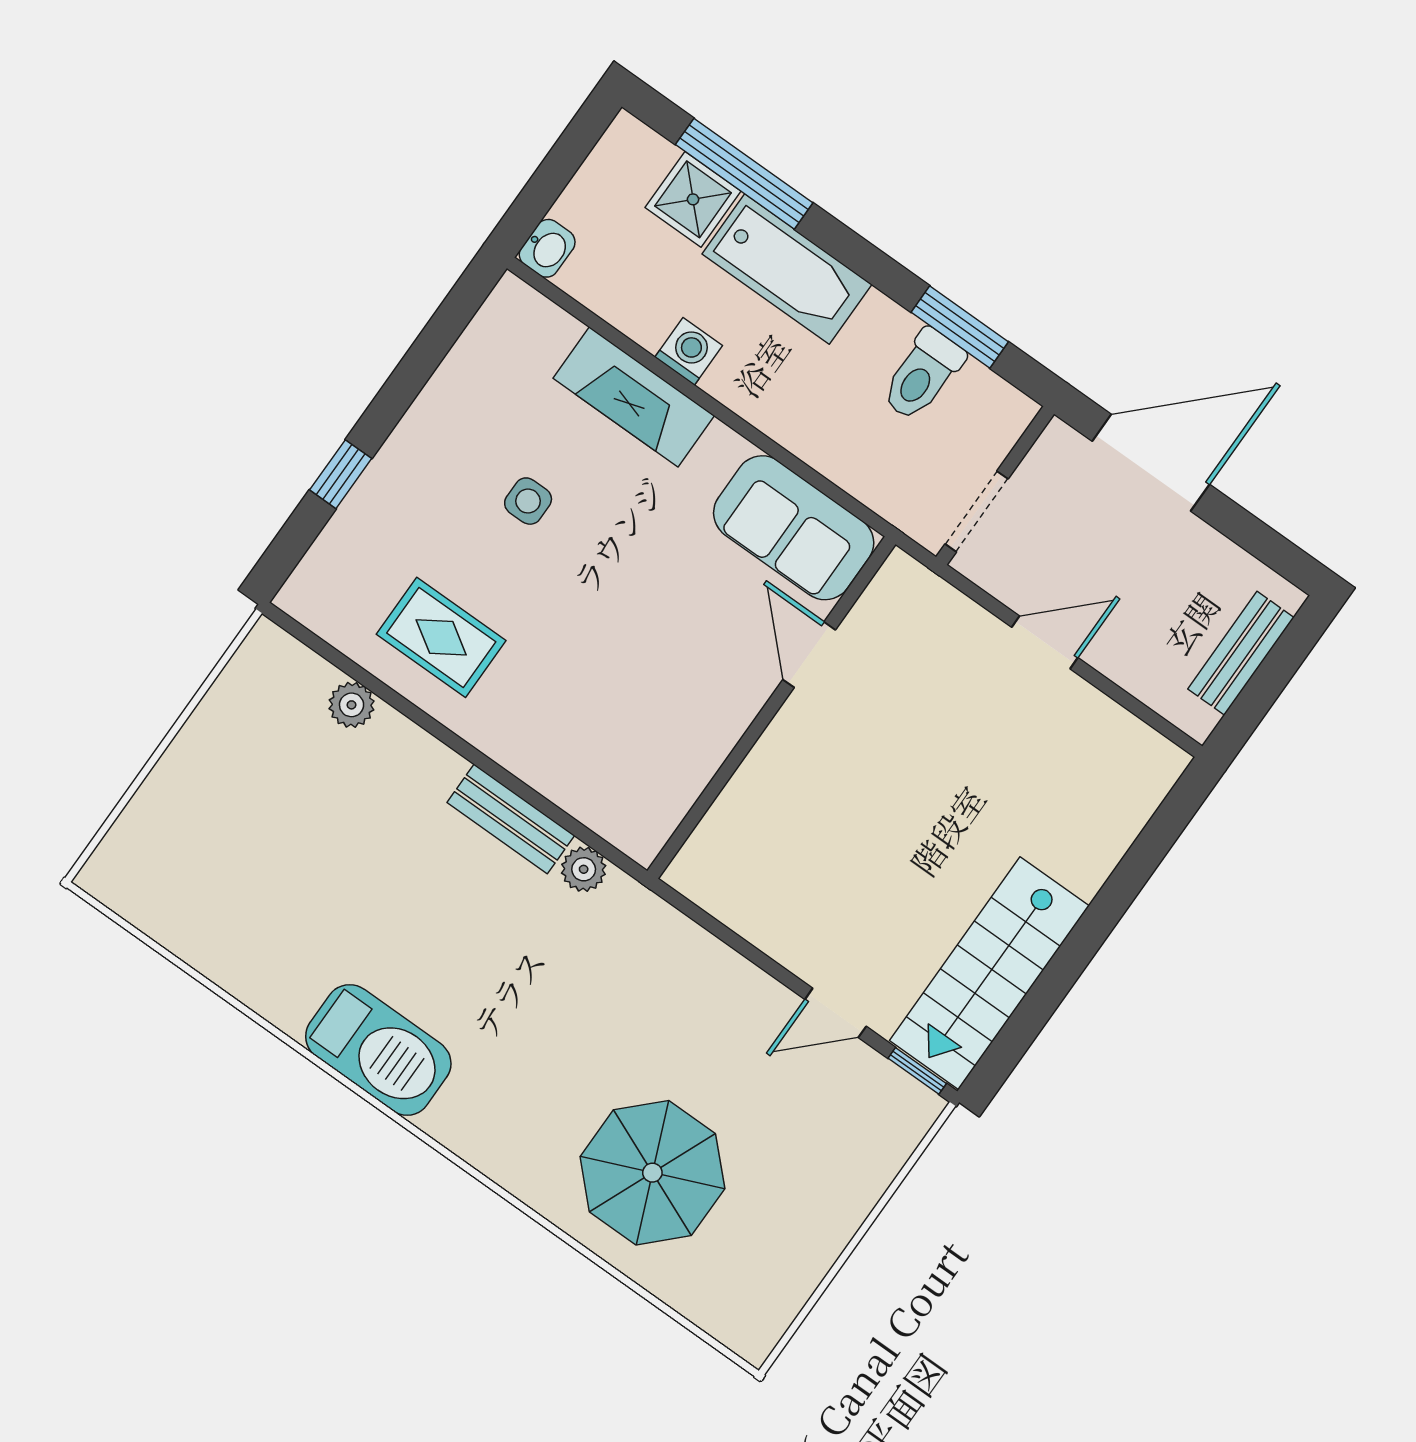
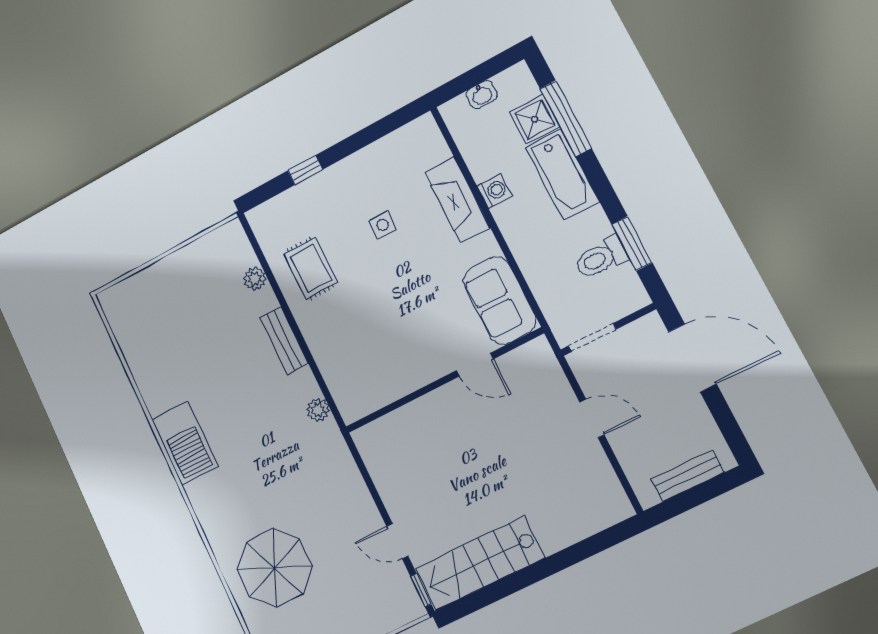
washbasin: (547, 248) -> (482, 95), moved
door: (809, 655) -> (475, 365), swing flipped
bench: (511, 819) -> (284, 341), moved

